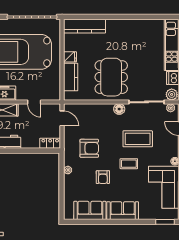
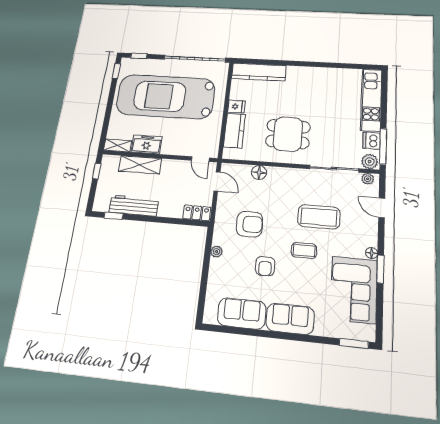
dining table: (111, 77) -> (288, 134), width x0.73
door: (34, 102) -> (200, 159), moved
floor lamp: (119, 109) -> (259, 173), moved

